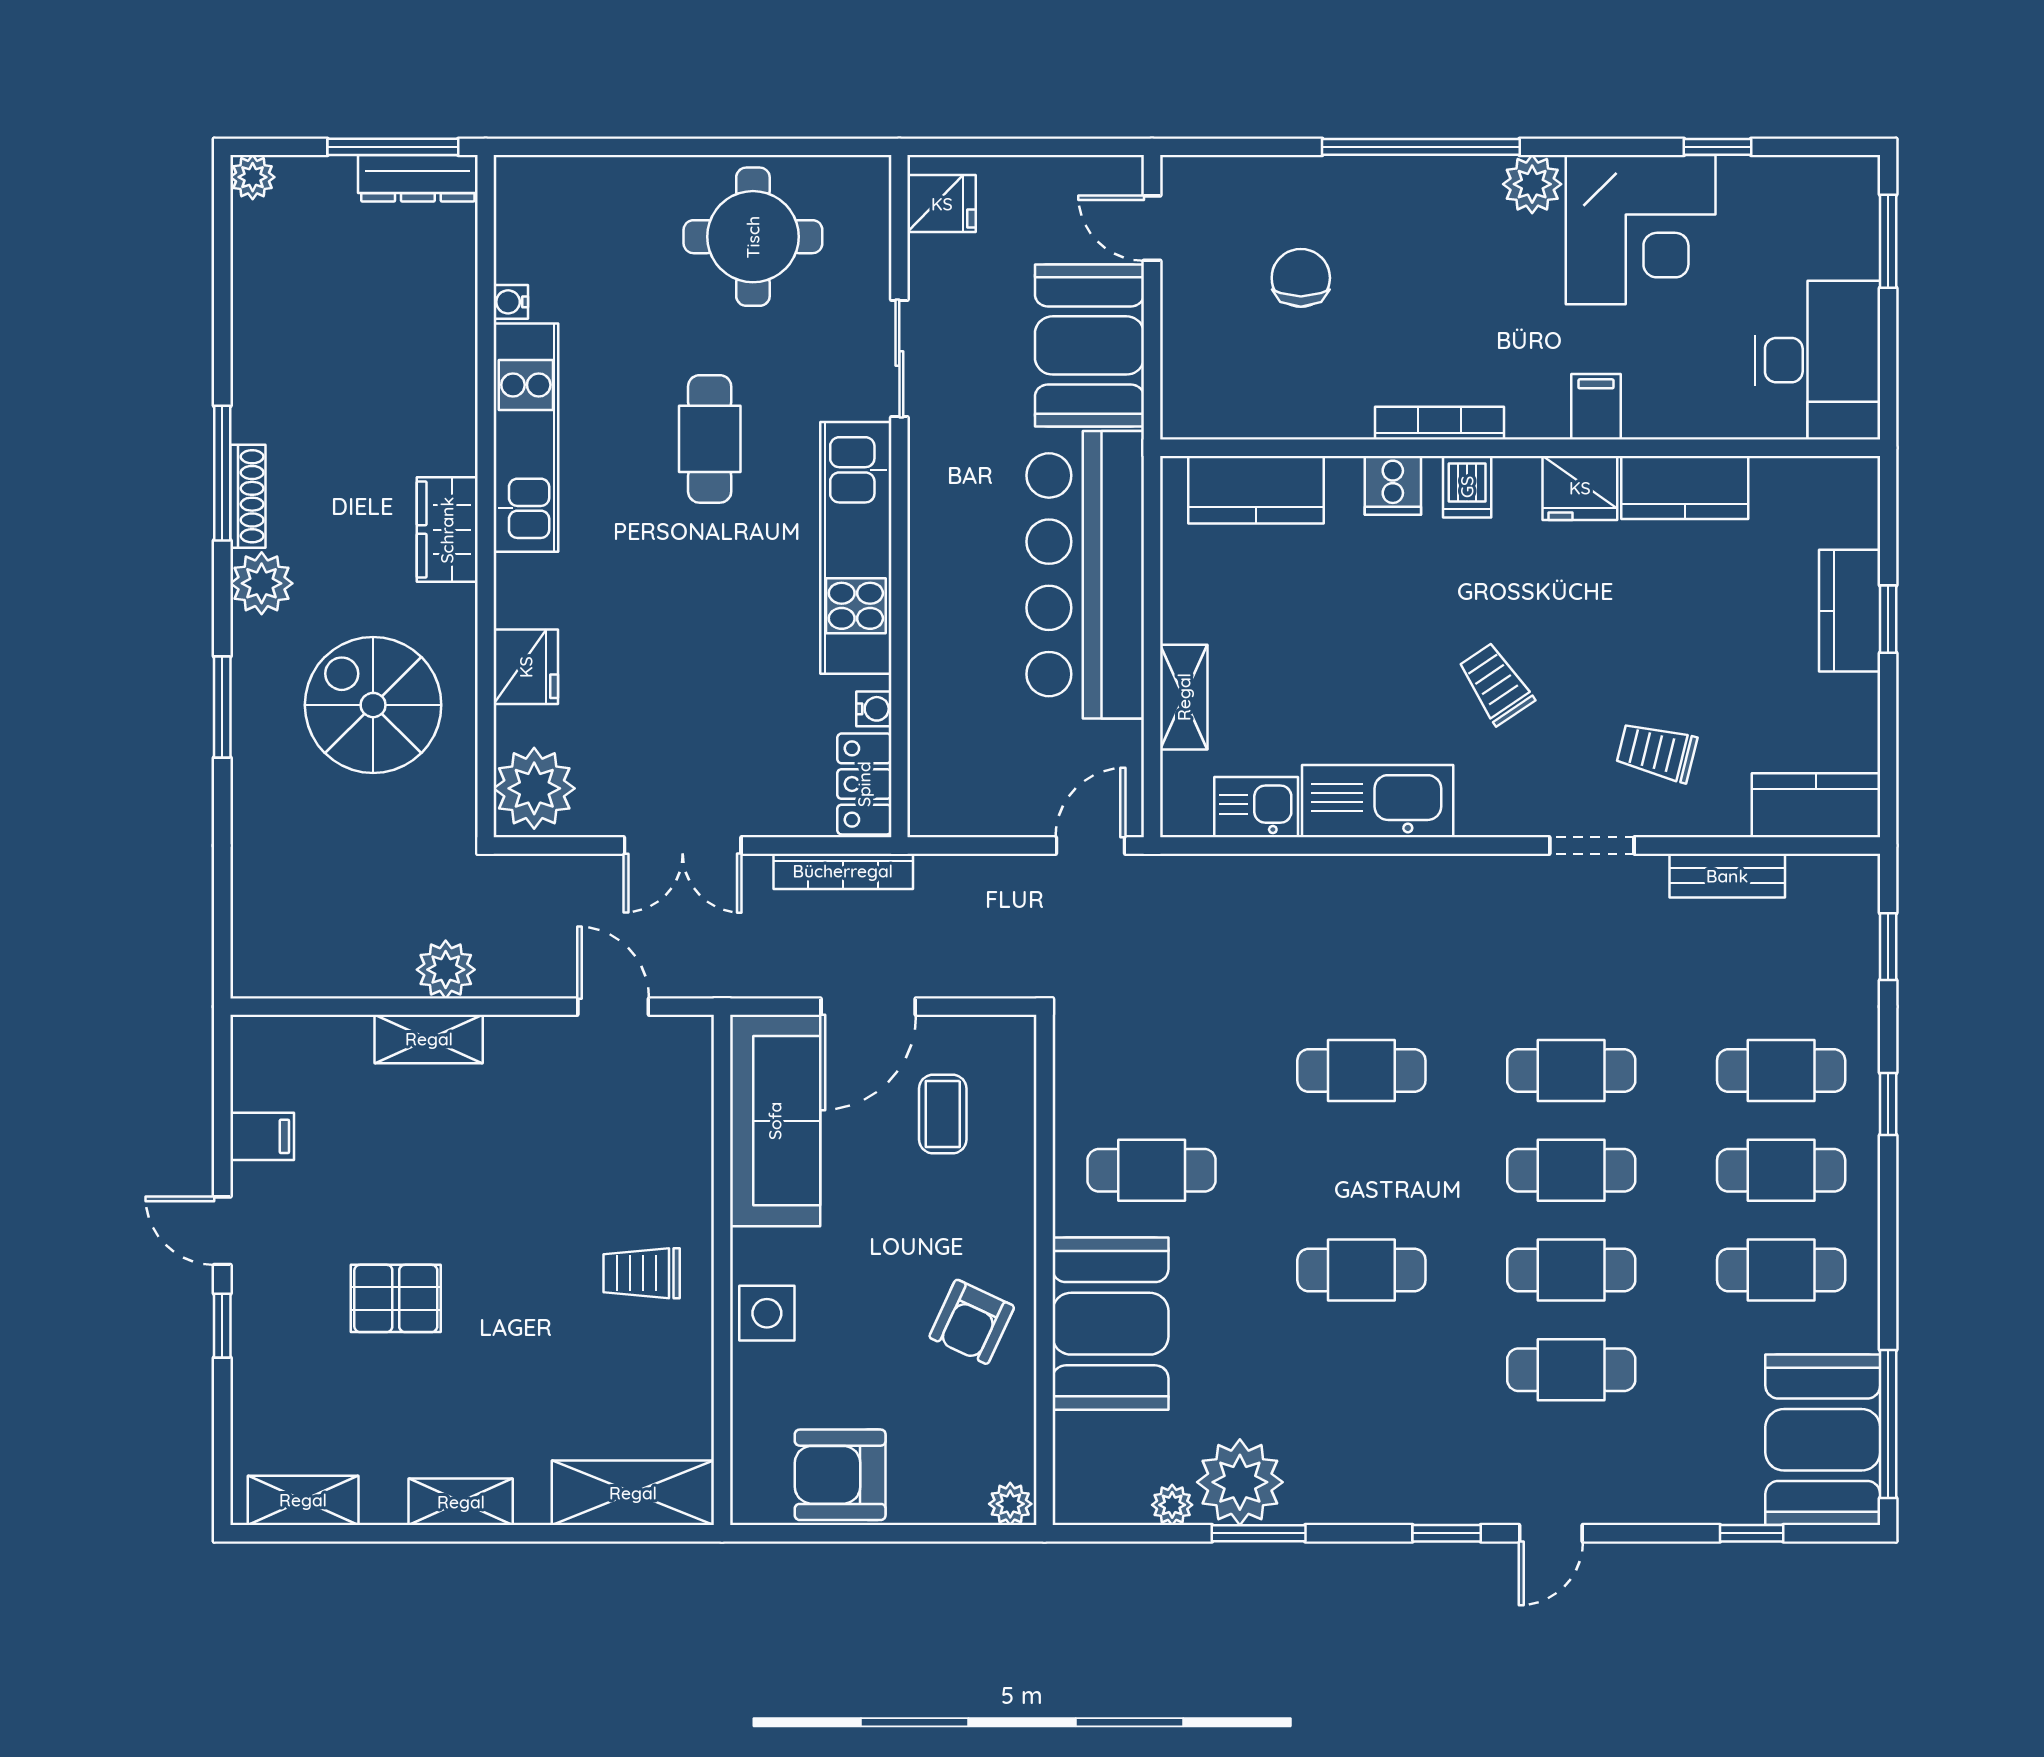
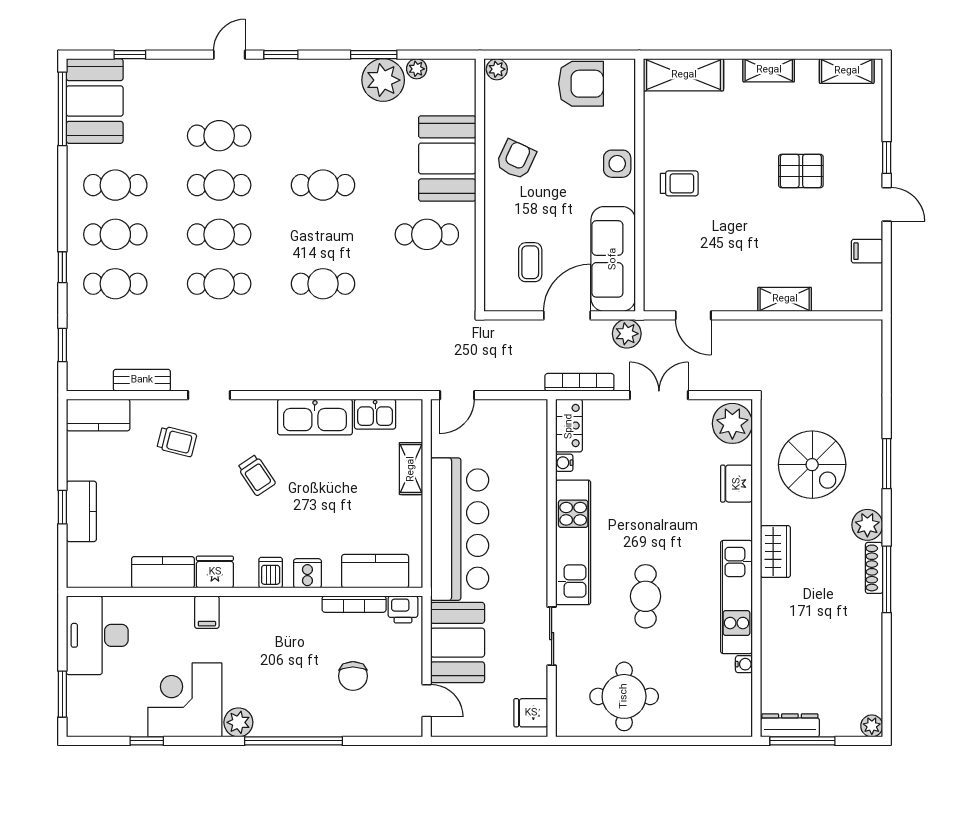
printer: (1200, 413) -> (403, 609), added
bookcase: (1440, 423) -> (354, 604), moved
plant: (446, 970) -> (627, 334), moved

